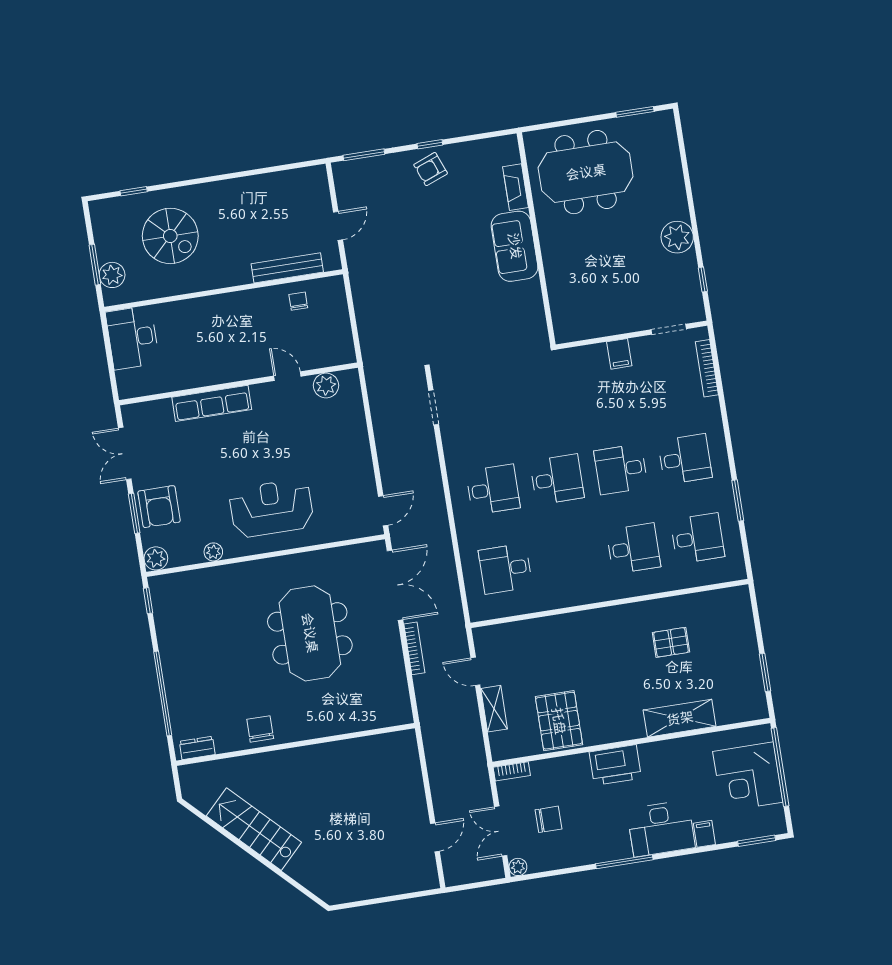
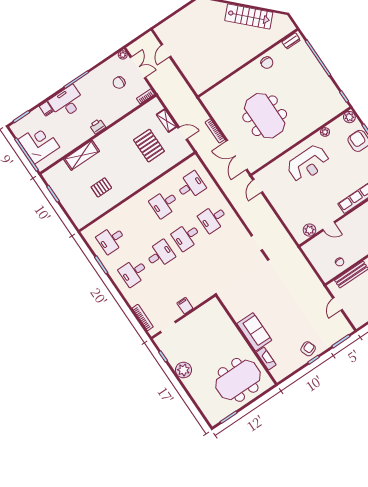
desk: (633, 548) -> (164, 204), moved
pallet: (559, 721) -> (149, 146), moved
printer: (615, 765) -> (98, 126), width x0.53, depth x0.68

